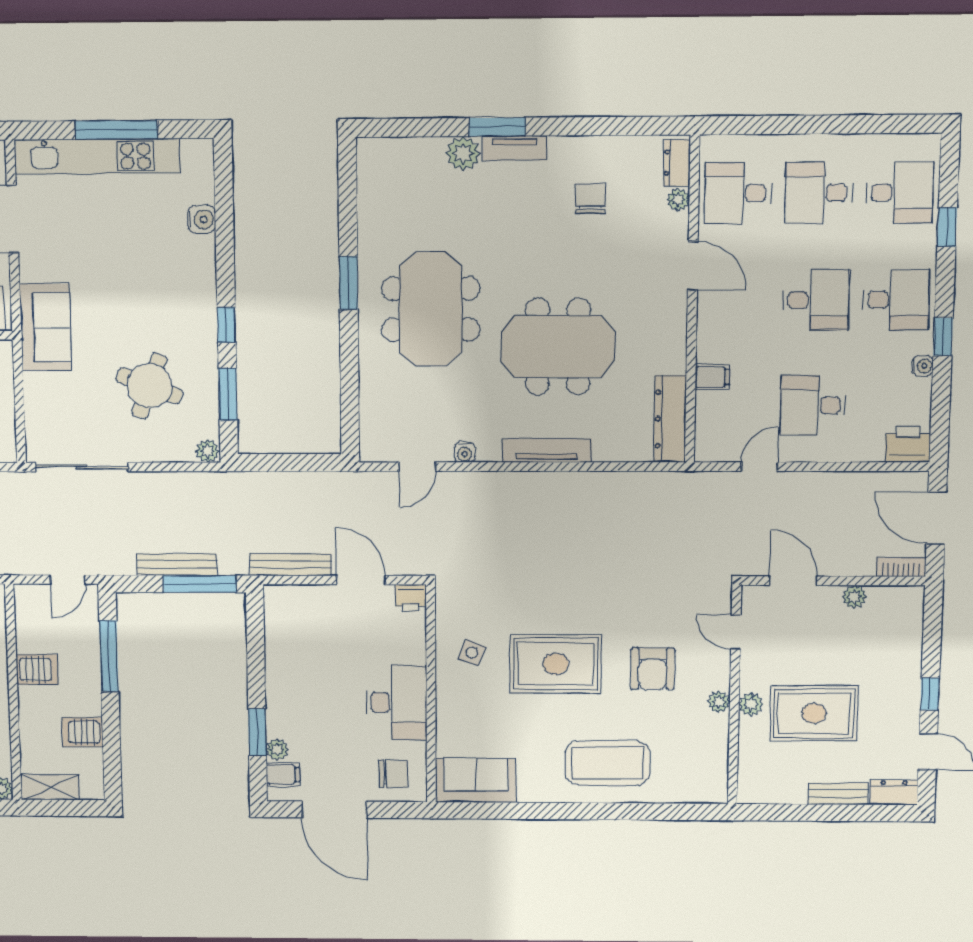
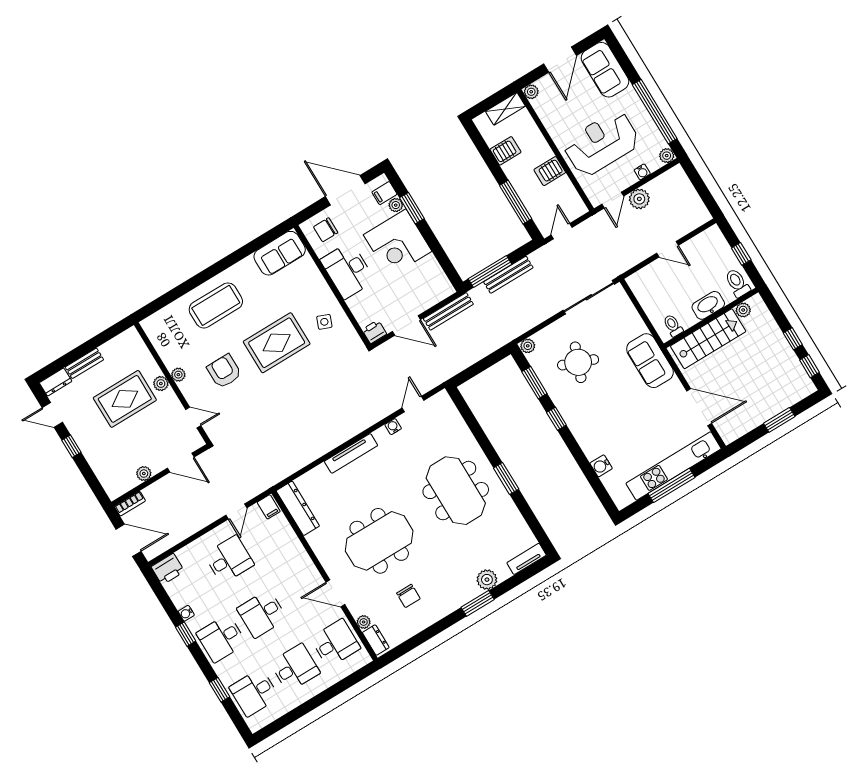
tv unit: (515, 148) -> (527, 559), moved
meeting table: (558, 347) -> (379, 541), moved
filing cabinet: (712, 377) -> (269, 507), moved, turned -90
corner desk: (305, 698) -> (398, 243), added

